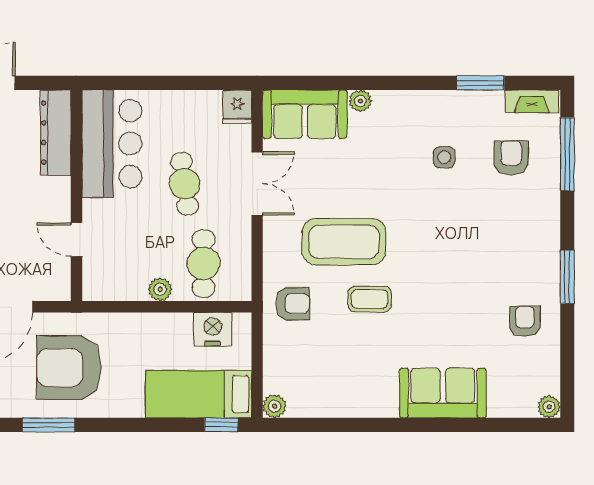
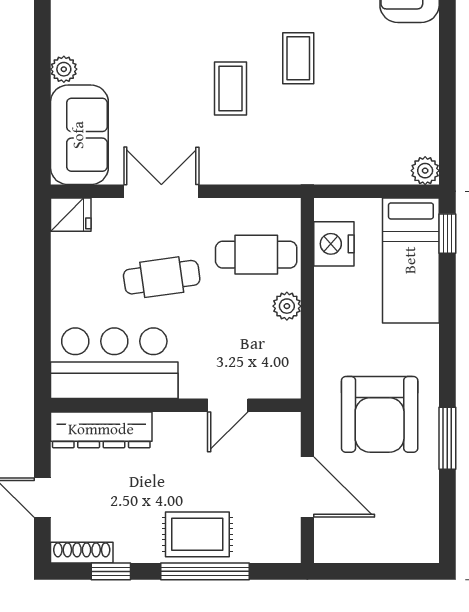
coffee table: (344, 242) -> (230, 89), width x0.54, depth x0.58
armchair: (293, 304) -> (304, 149), removed

